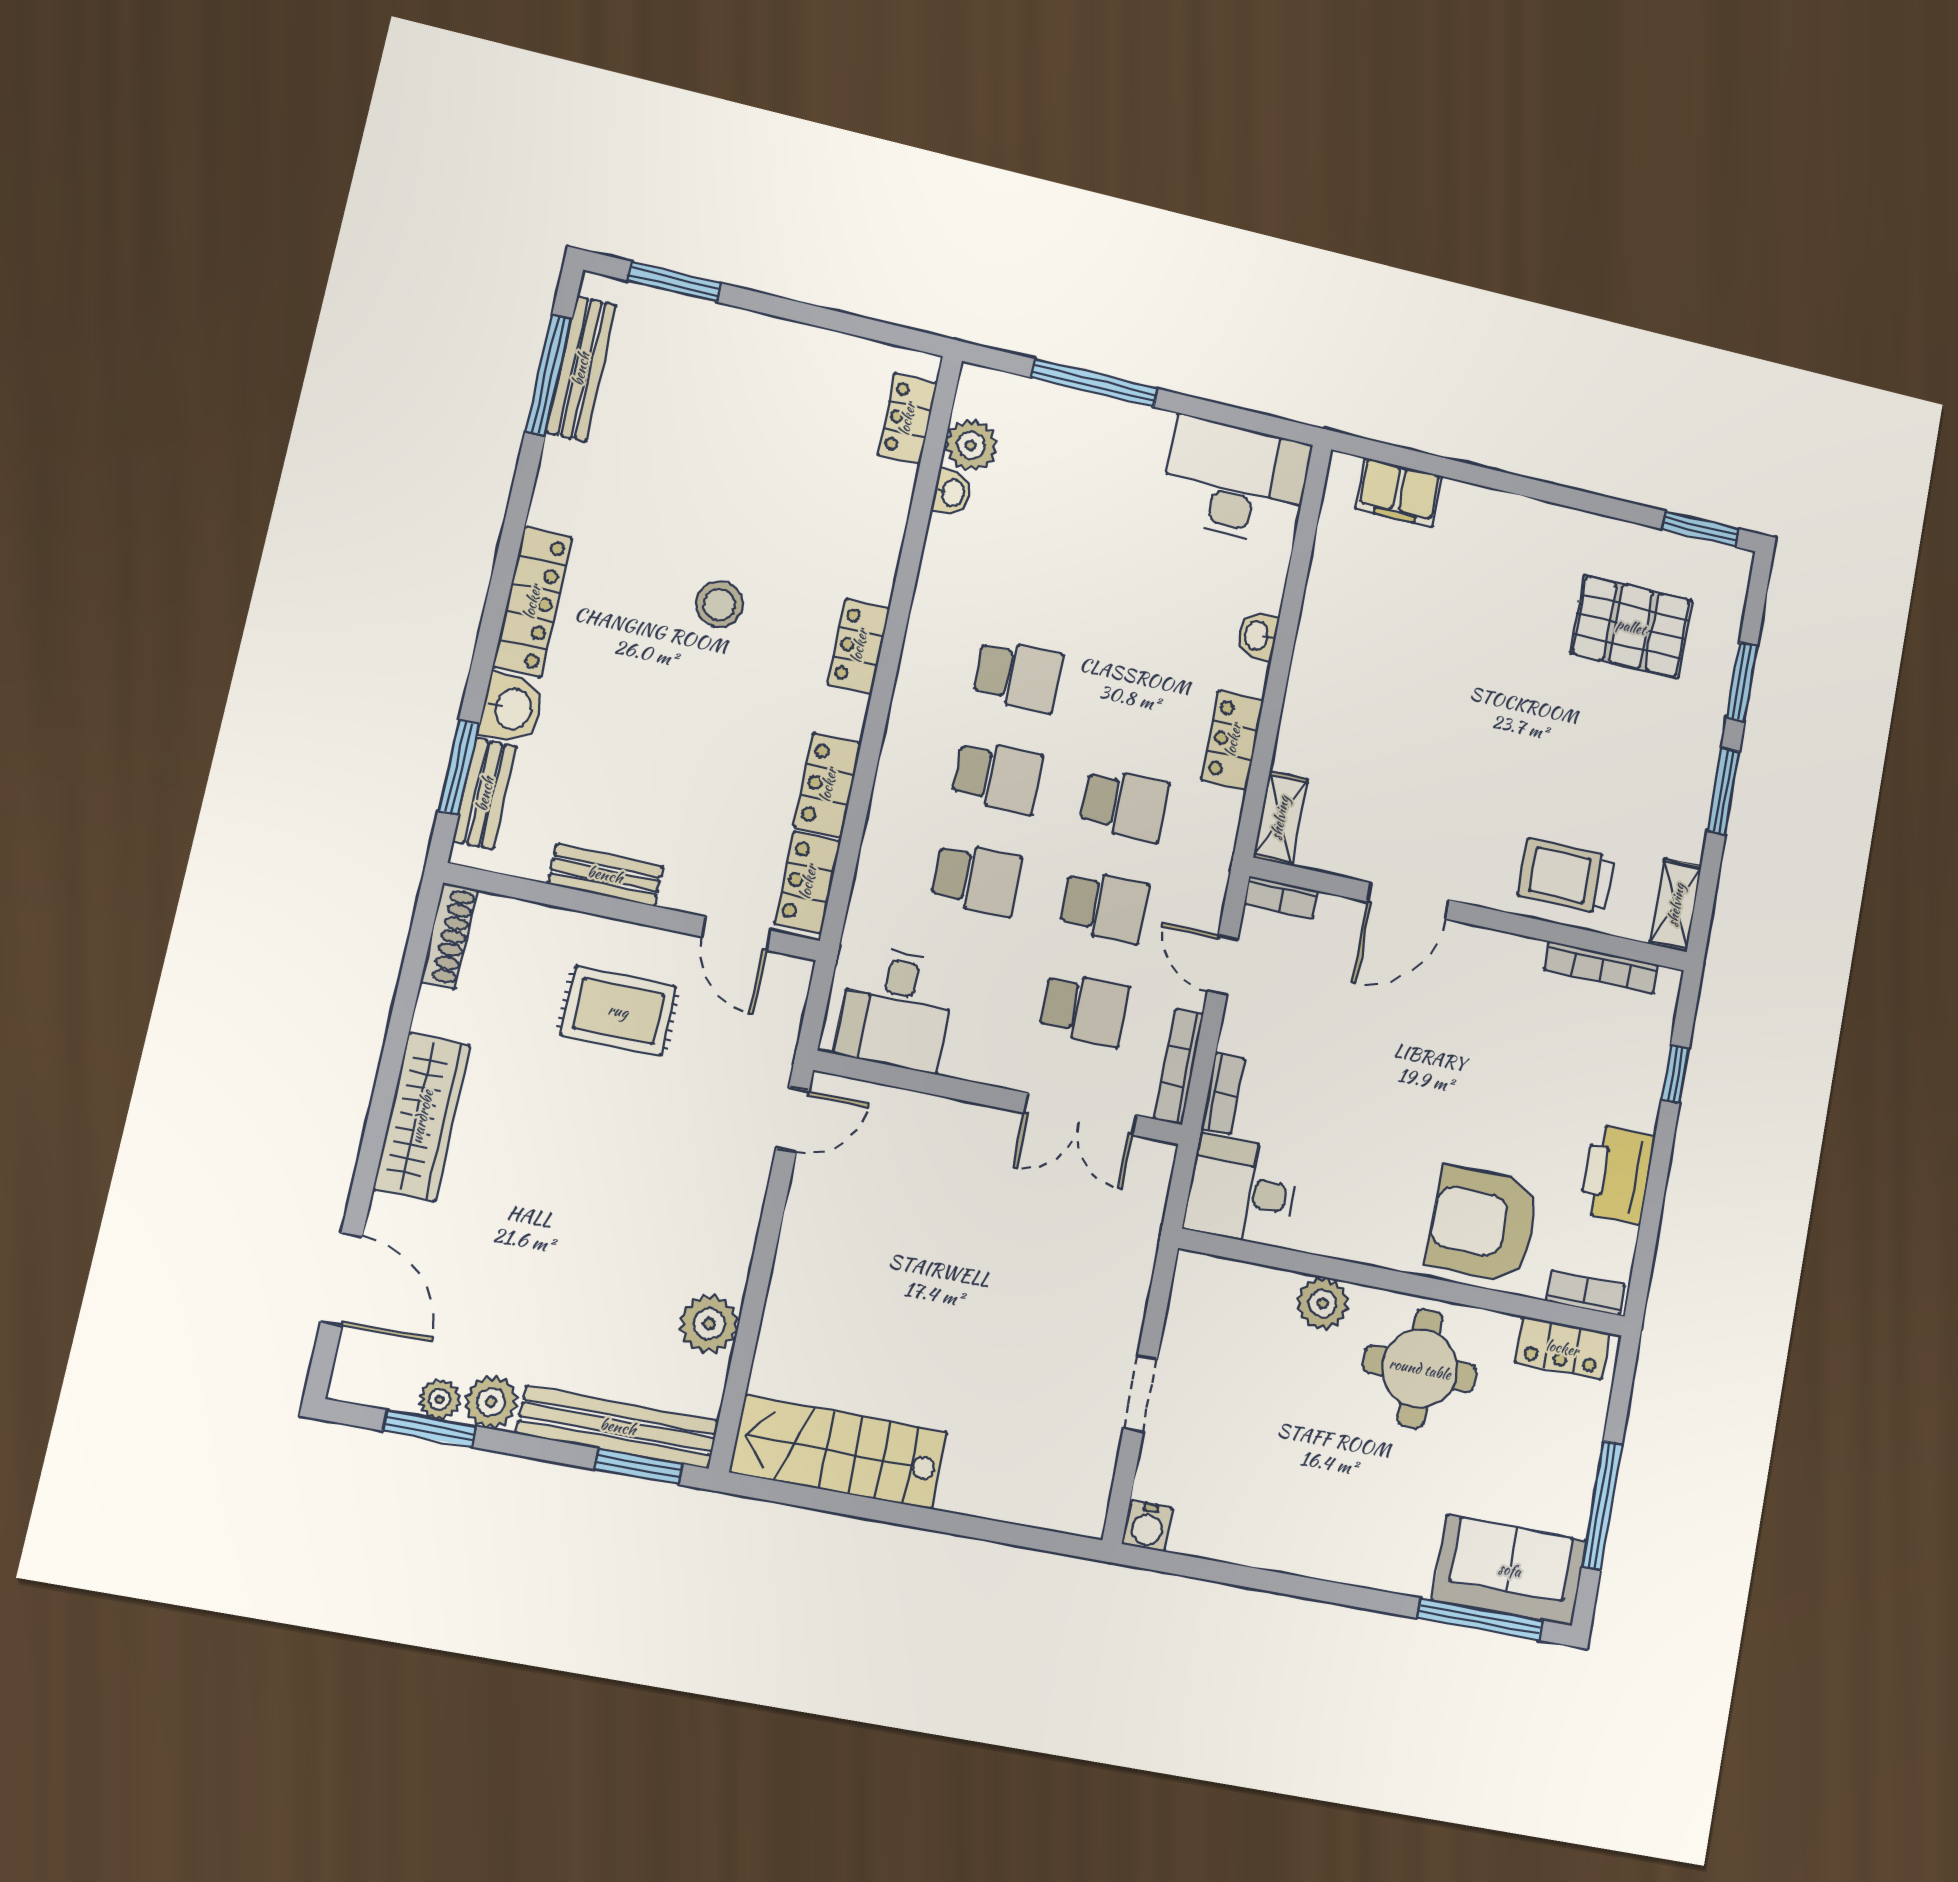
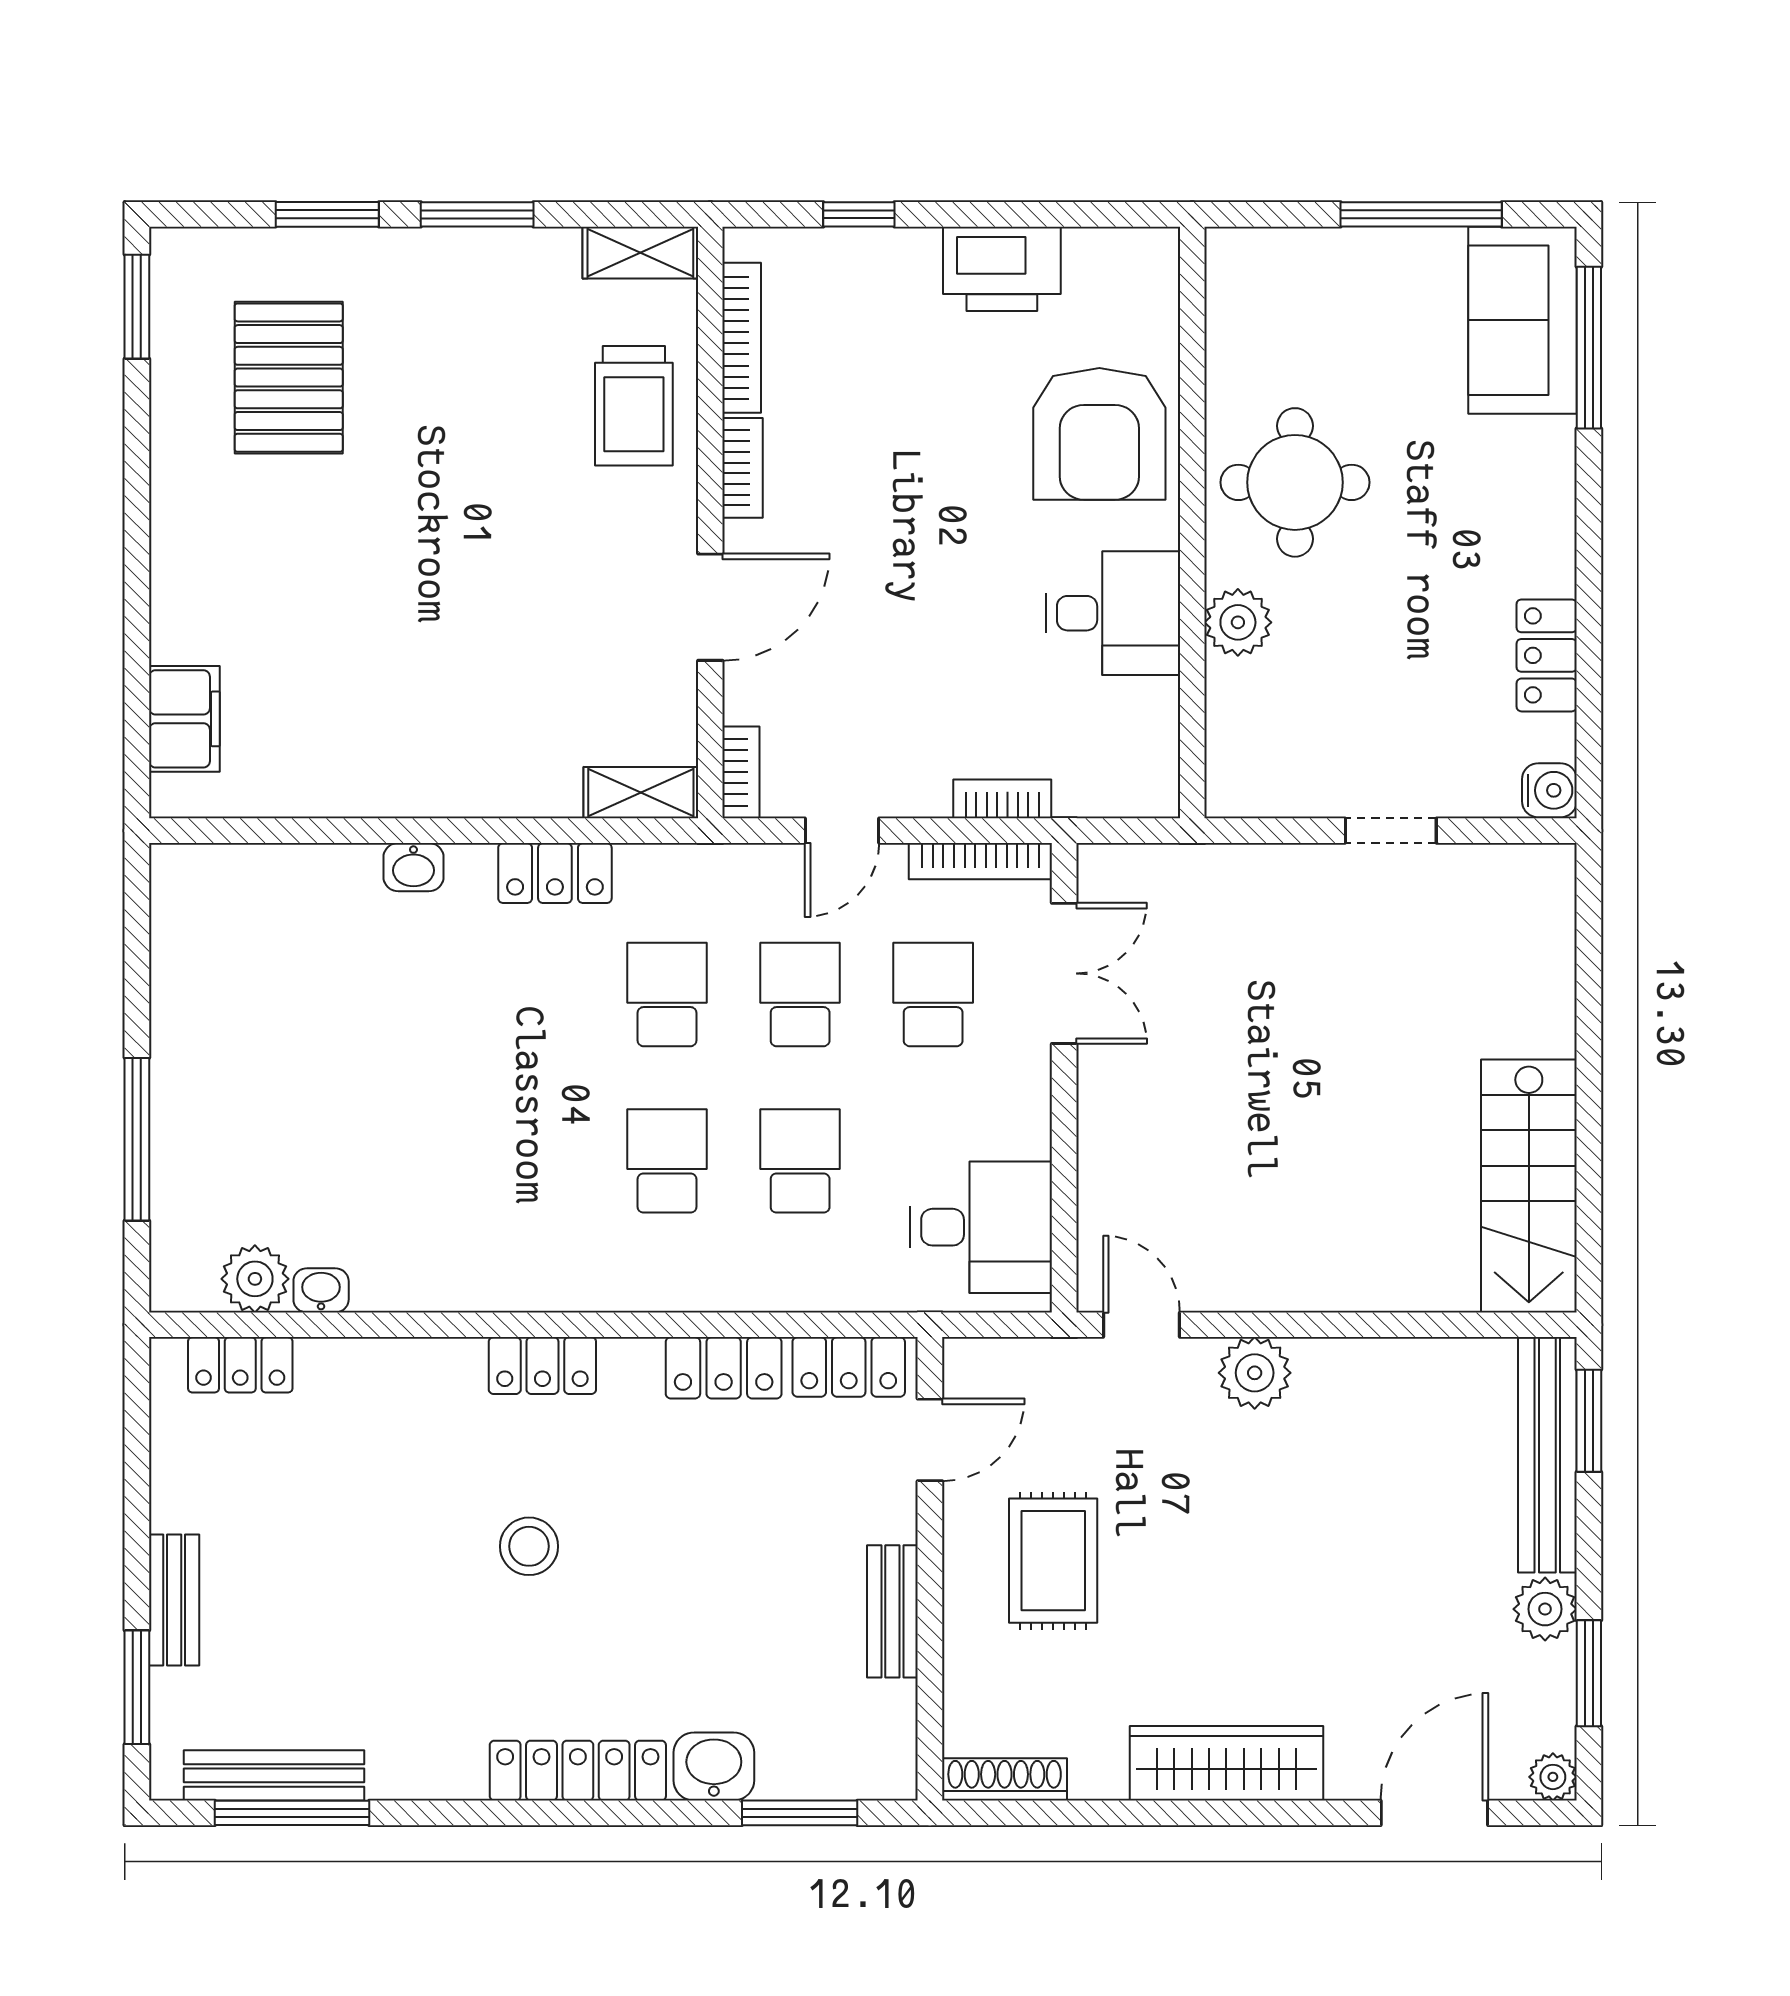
desk: (1236, 481) -> (221, 934), removed
school desk: (1018, 676) -> (534, 1161), removed
bench: (485, 794) -> (174, 1600), moved, turned 90
door: (1408, 901) -> (710, 607), hinge flipped
desk: (1242, 1190) -> (1113, 613), moved, turned -90
bookcase: (1585, 1293) -> (743, 468), moved, turned 180
plant: (709, 1324) -> (1255, 1373), moved
locker: (1562, 1348) -> (1547, 655), moved, turned 180
plant: (440, 1399) -> (1553, 1777), moved

